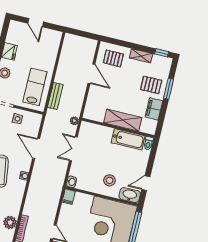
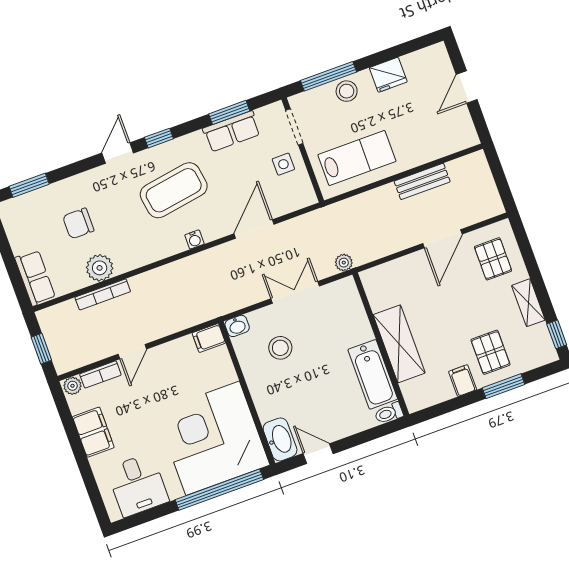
bench: (55, 96) -> (422, 181), moved
filing cabinet: (154, 109) -> (463, 381), width x0.50
stool: (109, 180) -> (280, 348), moved

